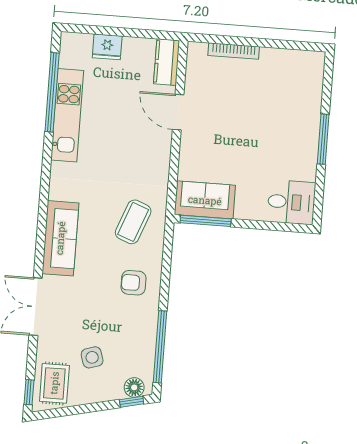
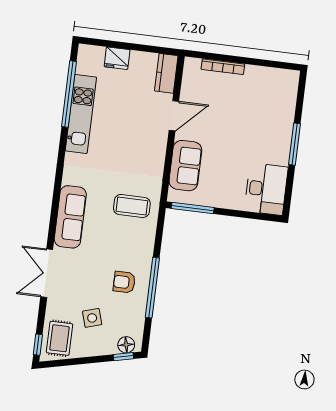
door: (178, 112) -> (174, 116), swing flipped
sofa: (205, 200) -> (185, 166), moved, turned 90
desk: (291, 202) -> (266, 189), width x1.37
coffee table: (133, 222) -> (132, 206), turned 69
armchair: (133, 283) -> (124, 282), moved
window: (160, 347) -> (152, 288), moved

